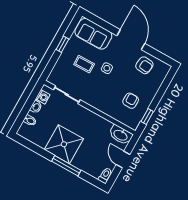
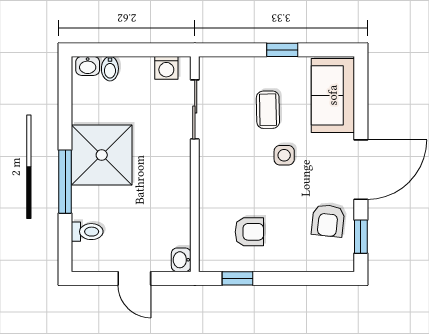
window: (159, 55) -> (361, 237), added
washbasin: (36, 107) -> (88, 66), moved
washbasin: (121, 135) -> (181, 260), width x0.52, depth x0.69
door: (123, 160) -> (134, 278), swing flipped
toilet: (105, 175) -> (87, 232), moved

